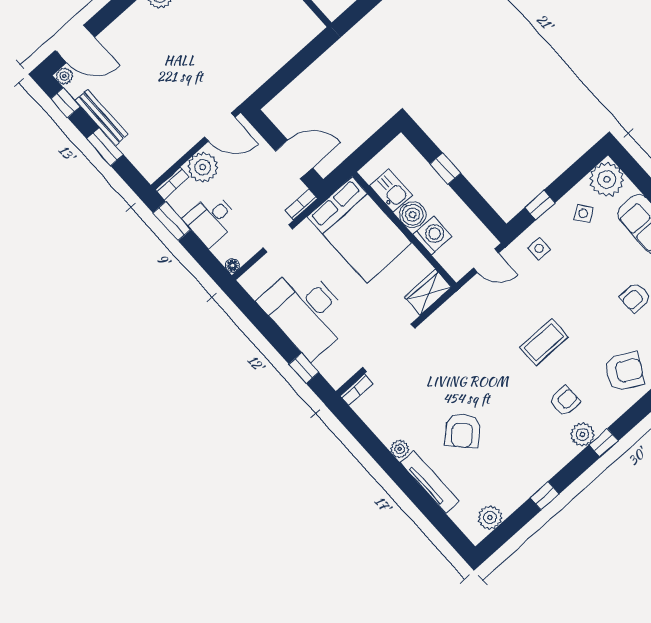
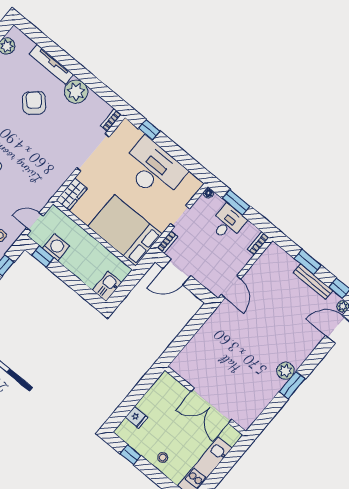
door: (220, 127) -> (231, 287), swing flipped
plant: (203, 167) -> (239, 258), removed
window: (445, 169) -> (43, 257), moved
kitchen sink: (391, 191) -> (107, 286), moved, turned 90
boiler: (413, 215) -> (90, 246), removed
window: (172, 221) -> (236, 202), moved
washing machine: (432, 235) -> (56, 247), moved, turned 180
plant: (400, 449) -> (76, 92), width x1.88, depth x1.88

